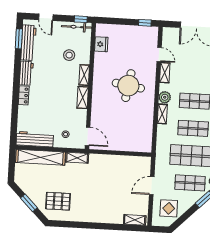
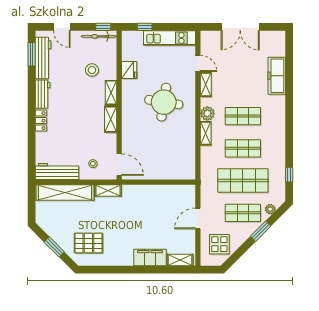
window: (145, 23) -> (145, 27), moved
kitchen unit: (136, 32) -> (170, 38), added
fridge: (101, 44) -> (129, 70), moved
filing cabinet: (109, 216) -> (150, 257), added

